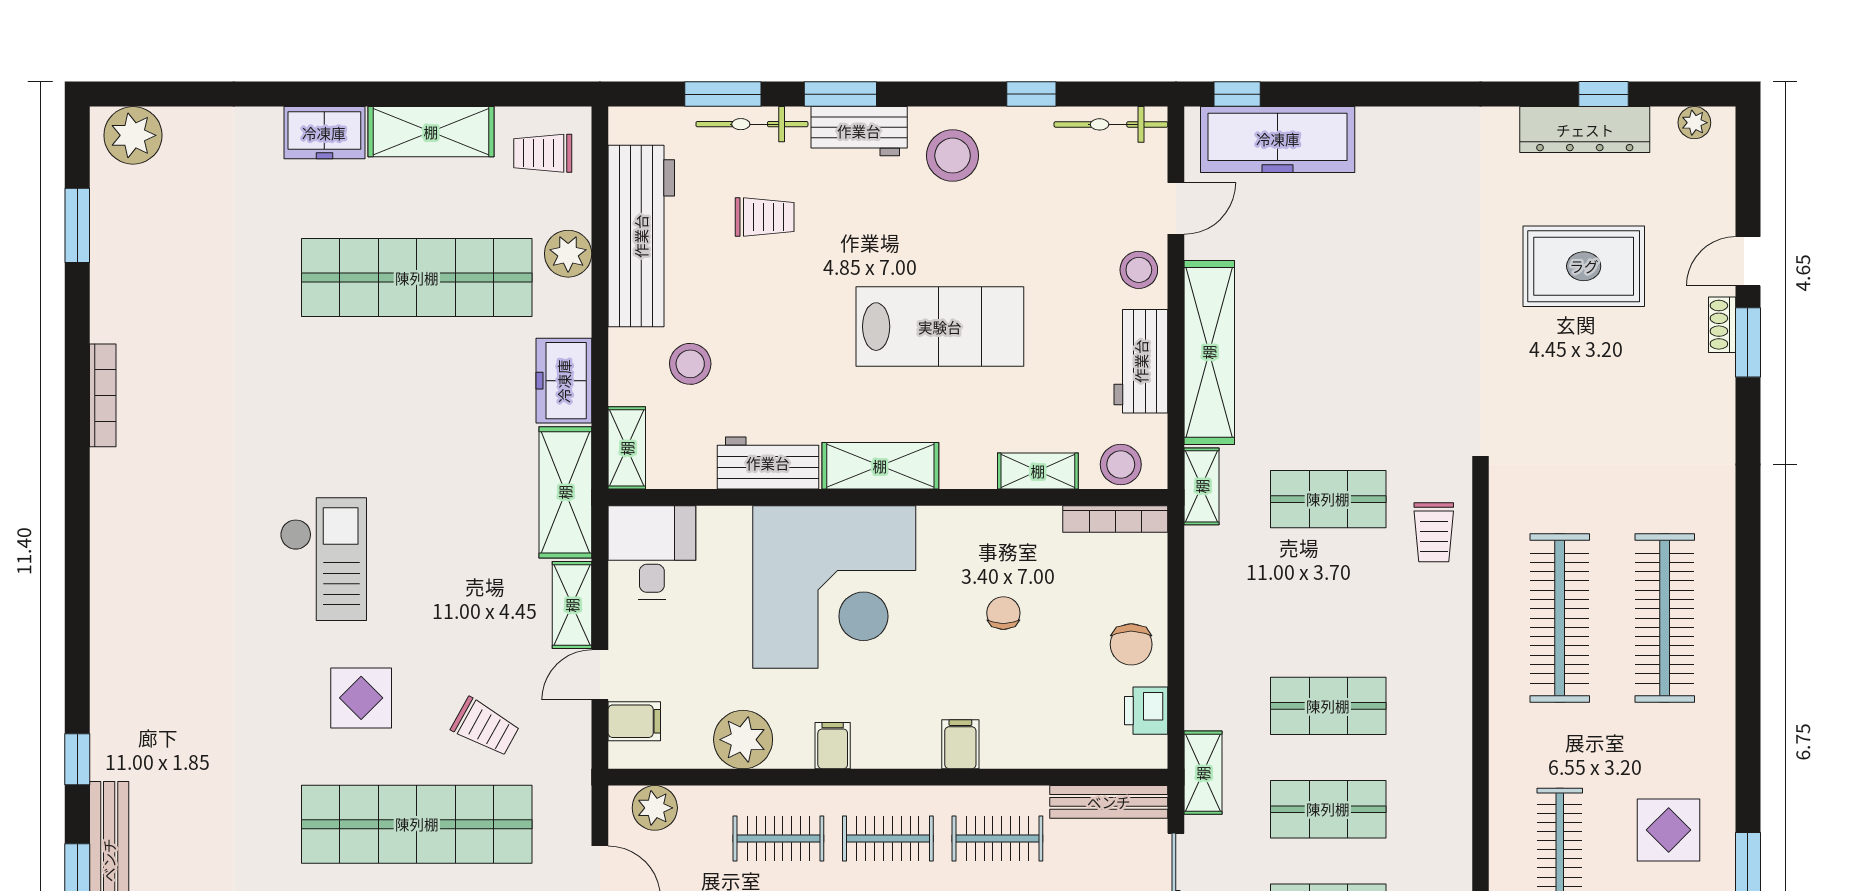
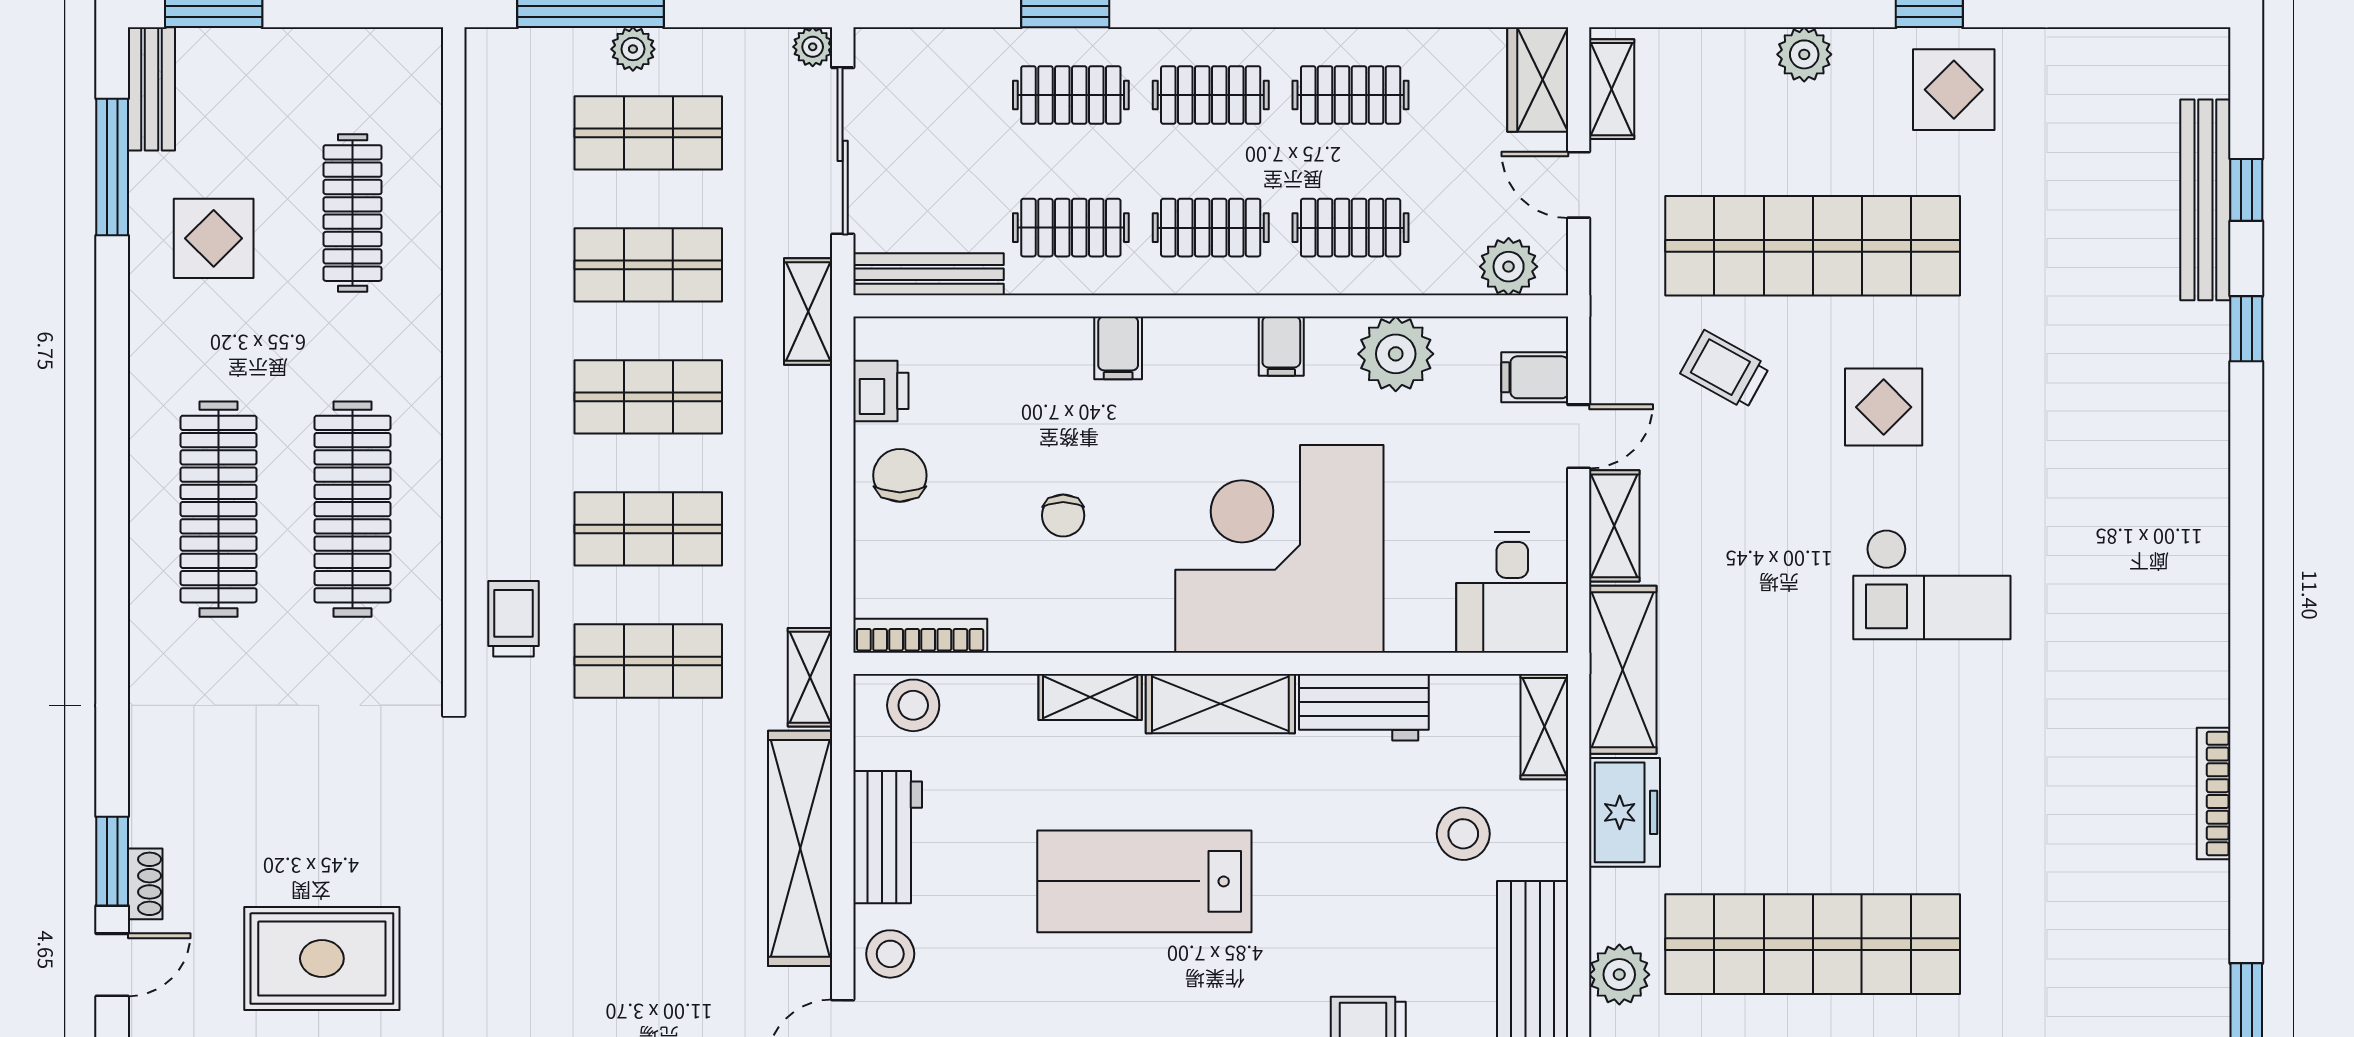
shelving: (1038, 471) -> (1090, 697), moved
checkout: (323, 559) -> (1932, 584), turned -90
shop shelf: (1328, 603) -> (648, 529), added

